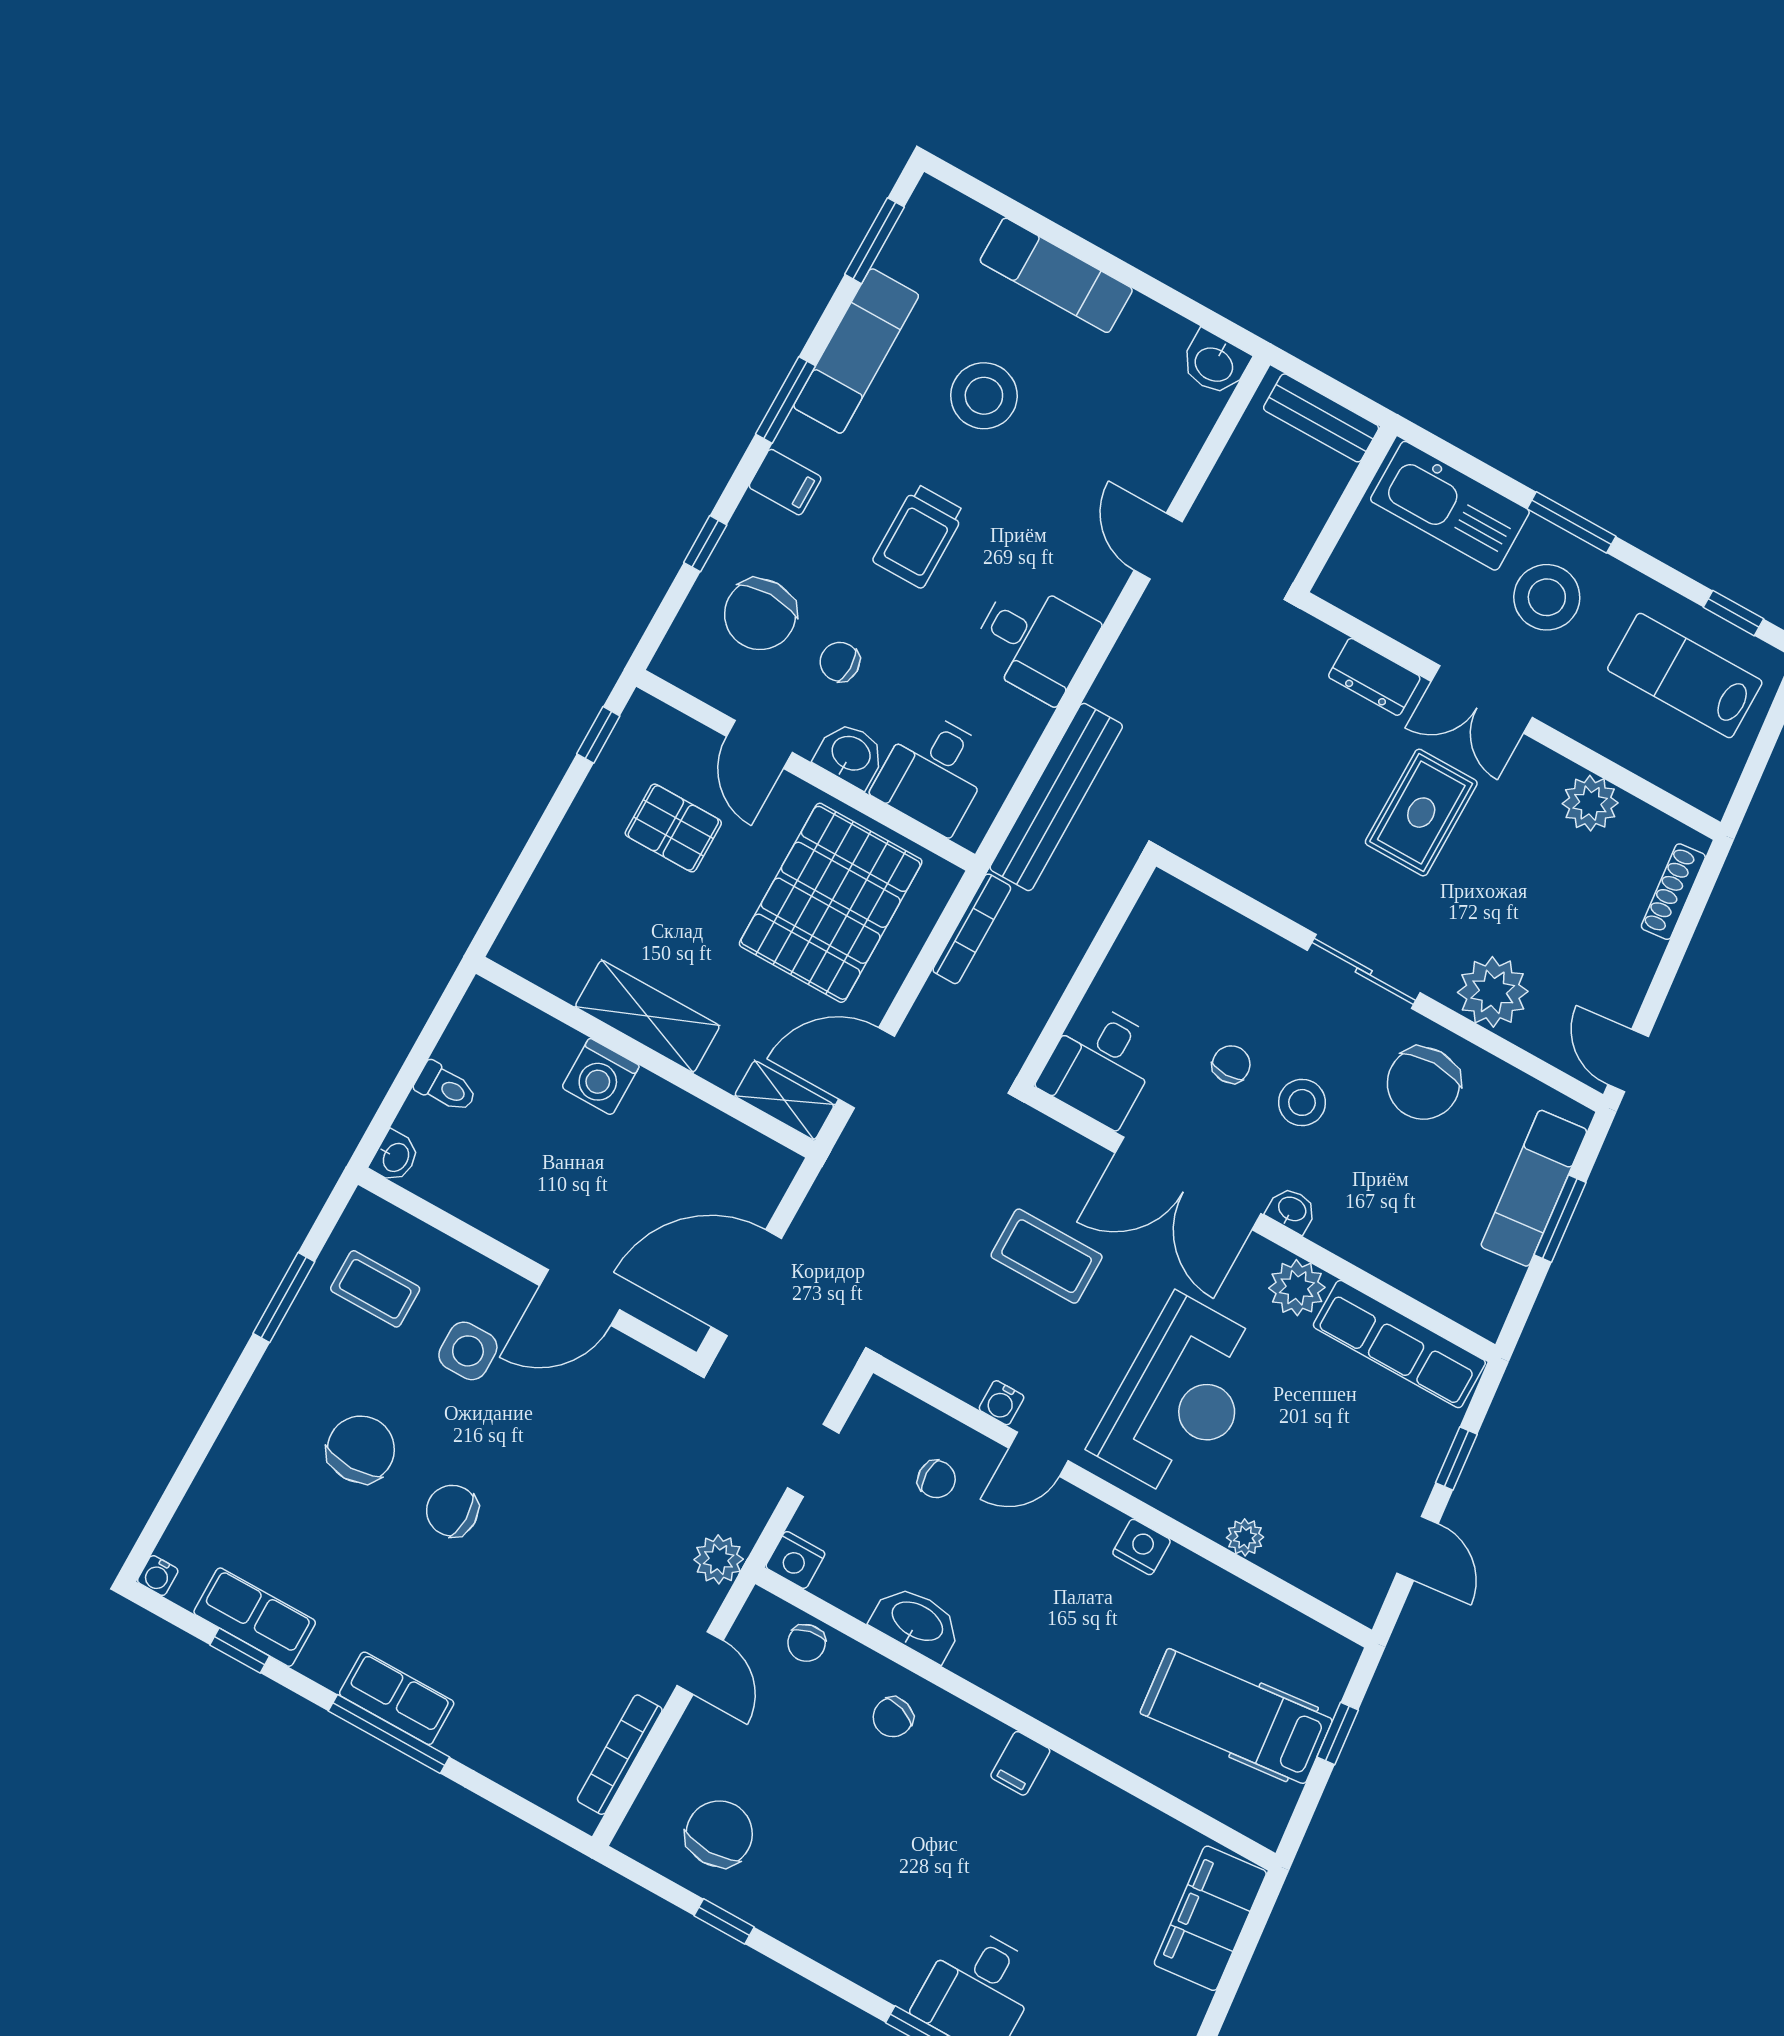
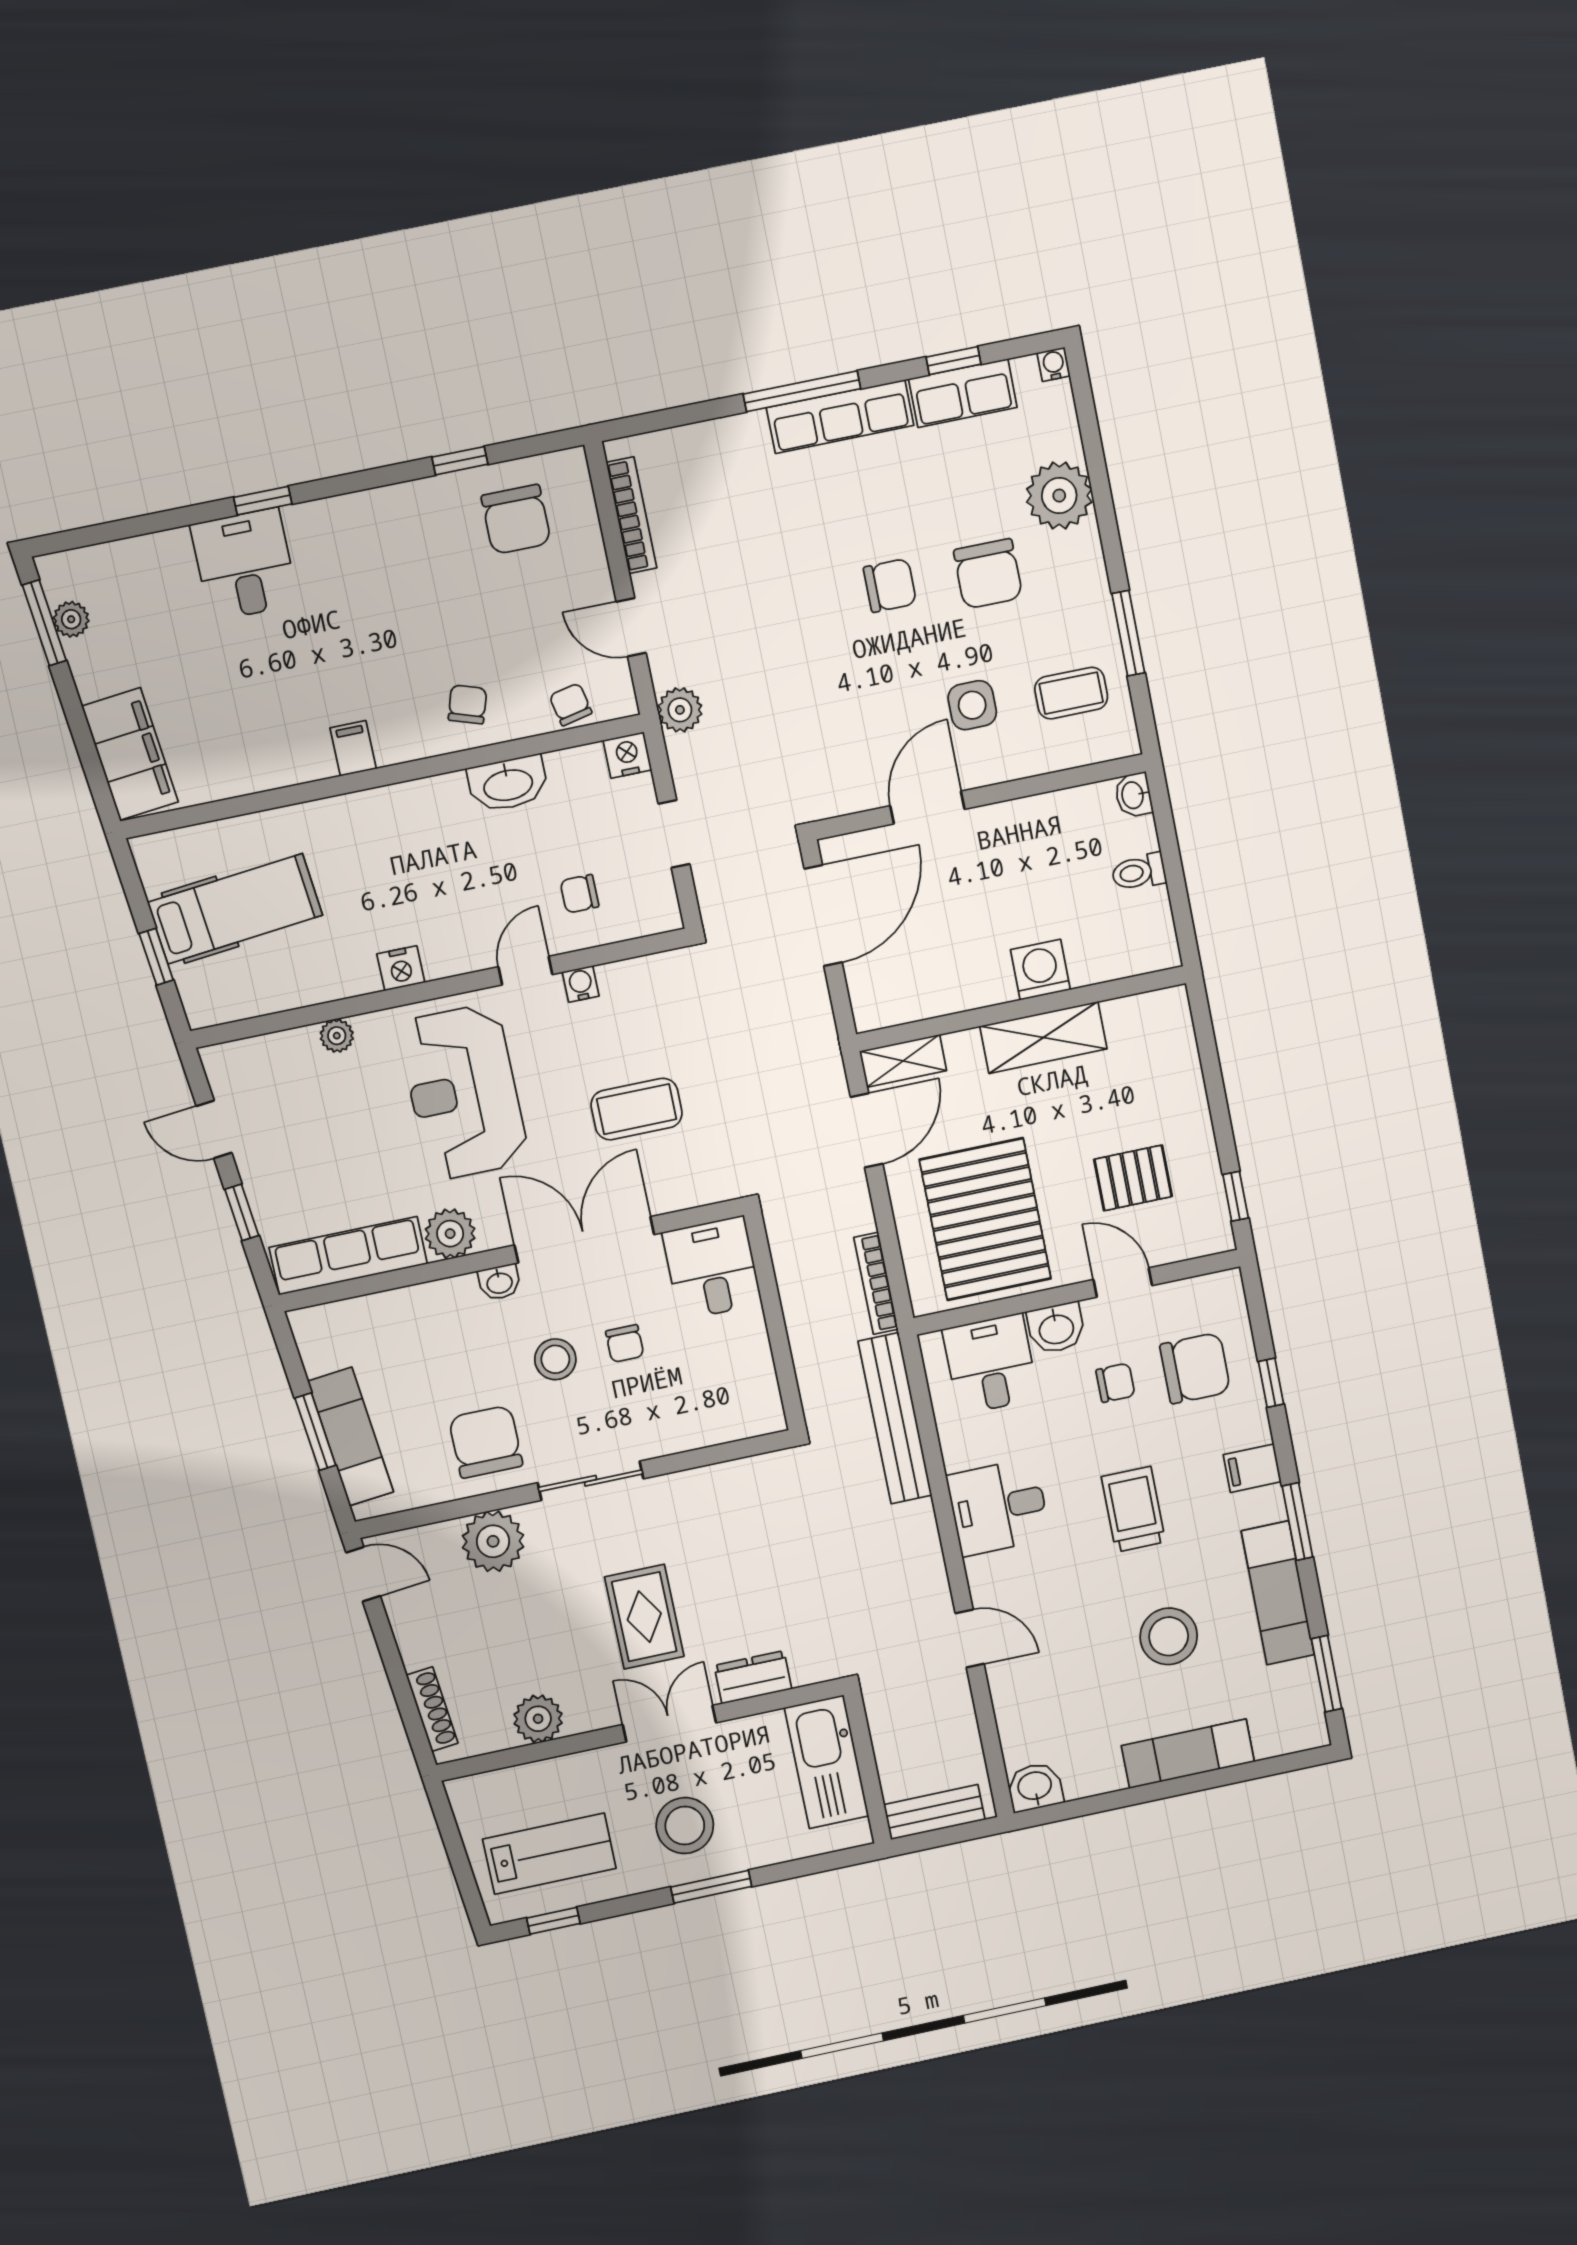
kitchen sink: (1450, 506) -> (827, 1762), moved, turned -90
chair: (760, 614) -> (1195, 1368), turned 90
plant: (245, 1463) -> (1059, 496), added
row of seats: (397, 1698) -> (840, 417), width x1.48

